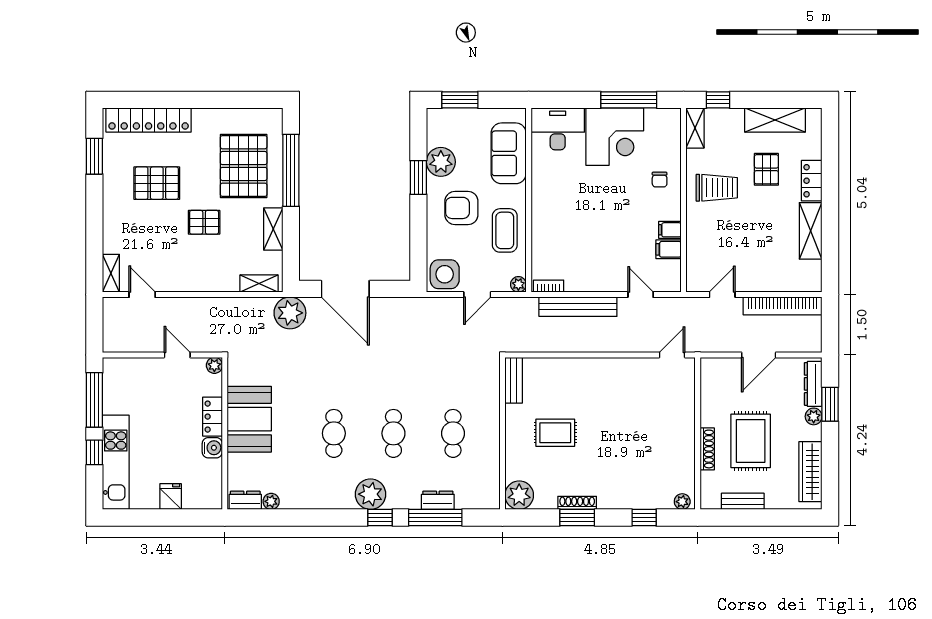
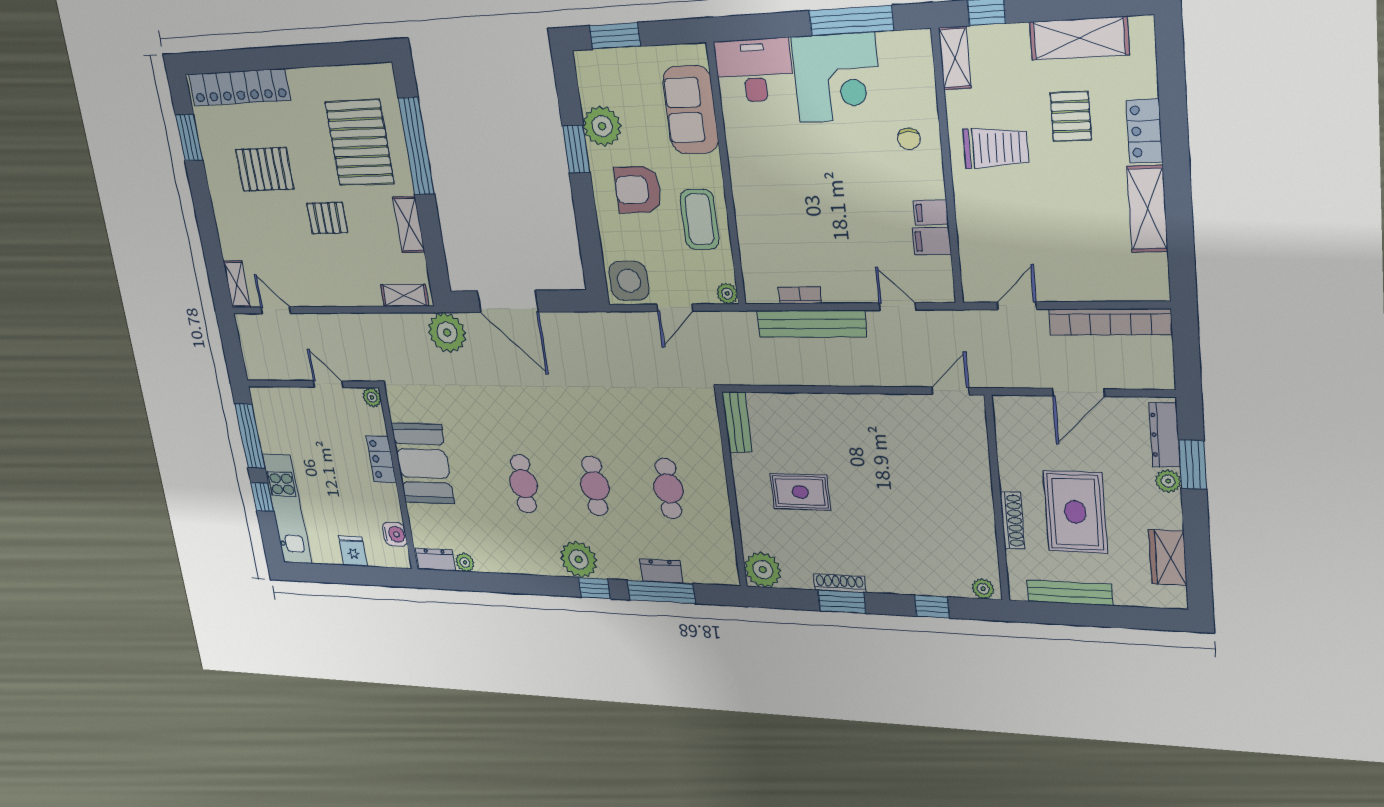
bookcase: (549, 286) -> (800, 295), moved
water cooler: (212, 448) -> (395, 534), moved
wardrobe: (810, 472) -> (1168, 558), width x0.67
bench: (743, 501) -> (1070, 593), width x1.36

